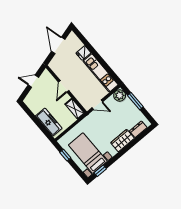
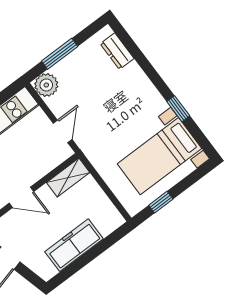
freezer: (49, 122) -> (74, 245), moved
wardrobe: (123, 141) -> (138, 84), removed
window: (100, 171) -> (178, 109), moved

